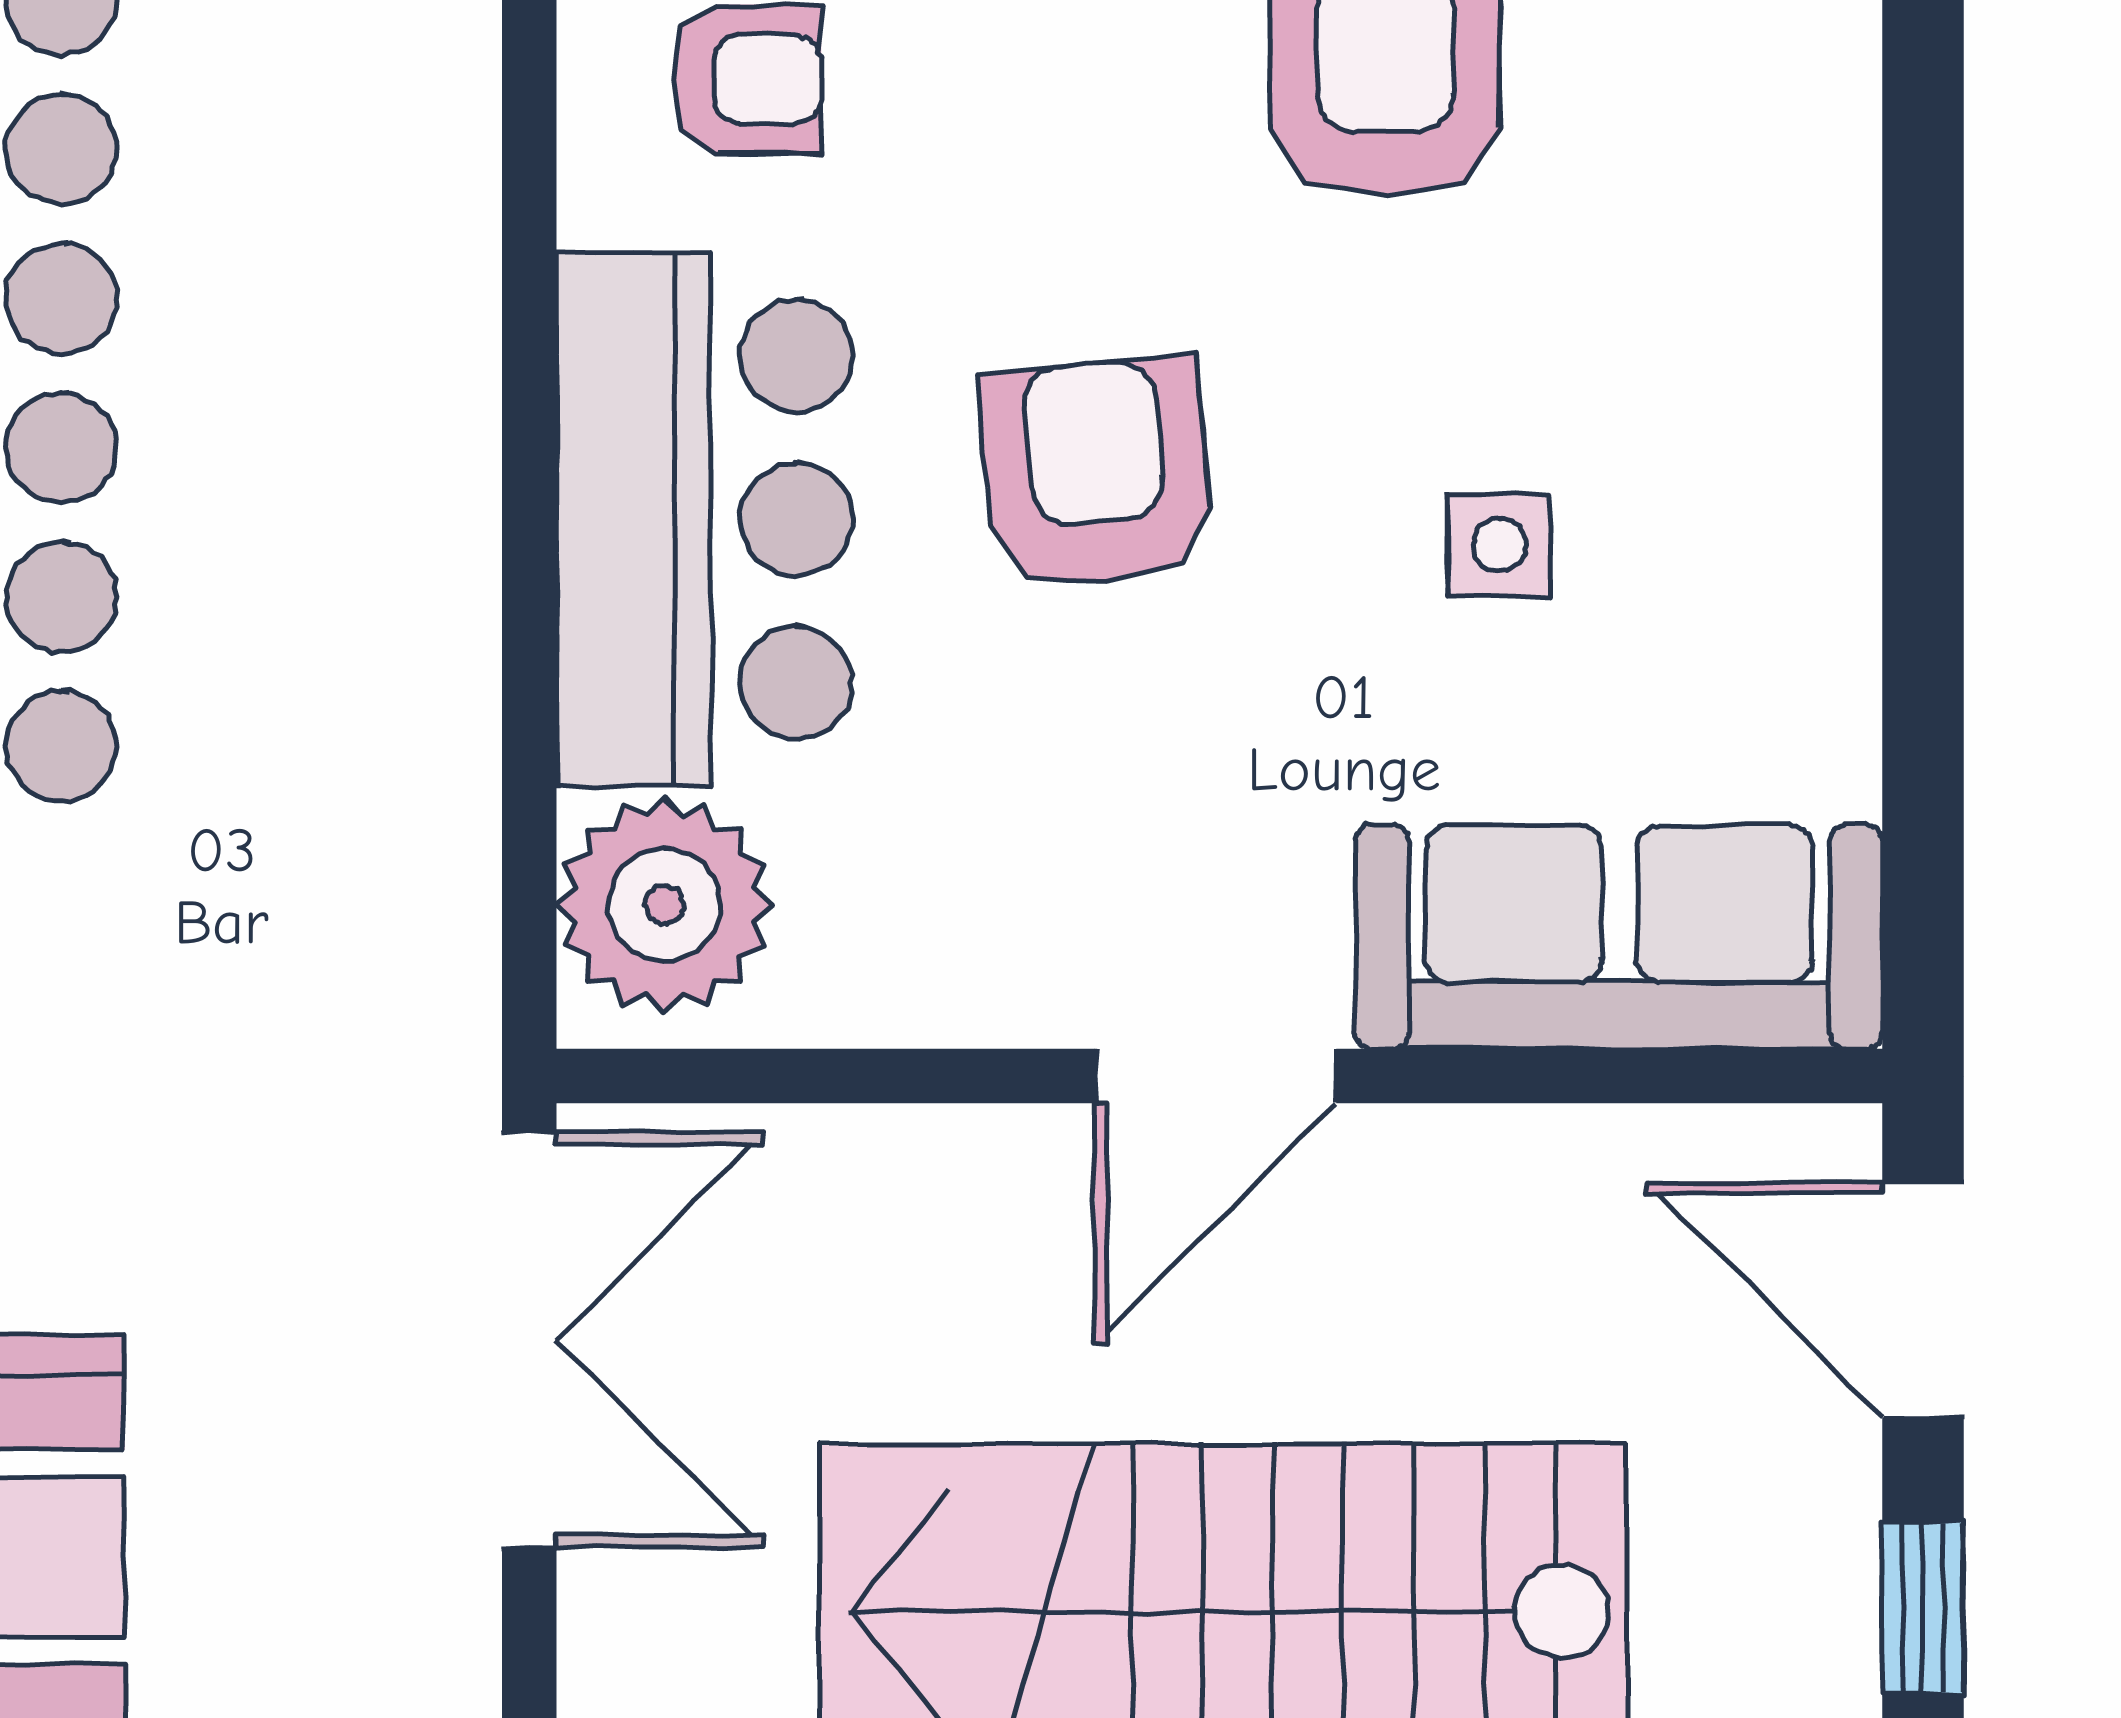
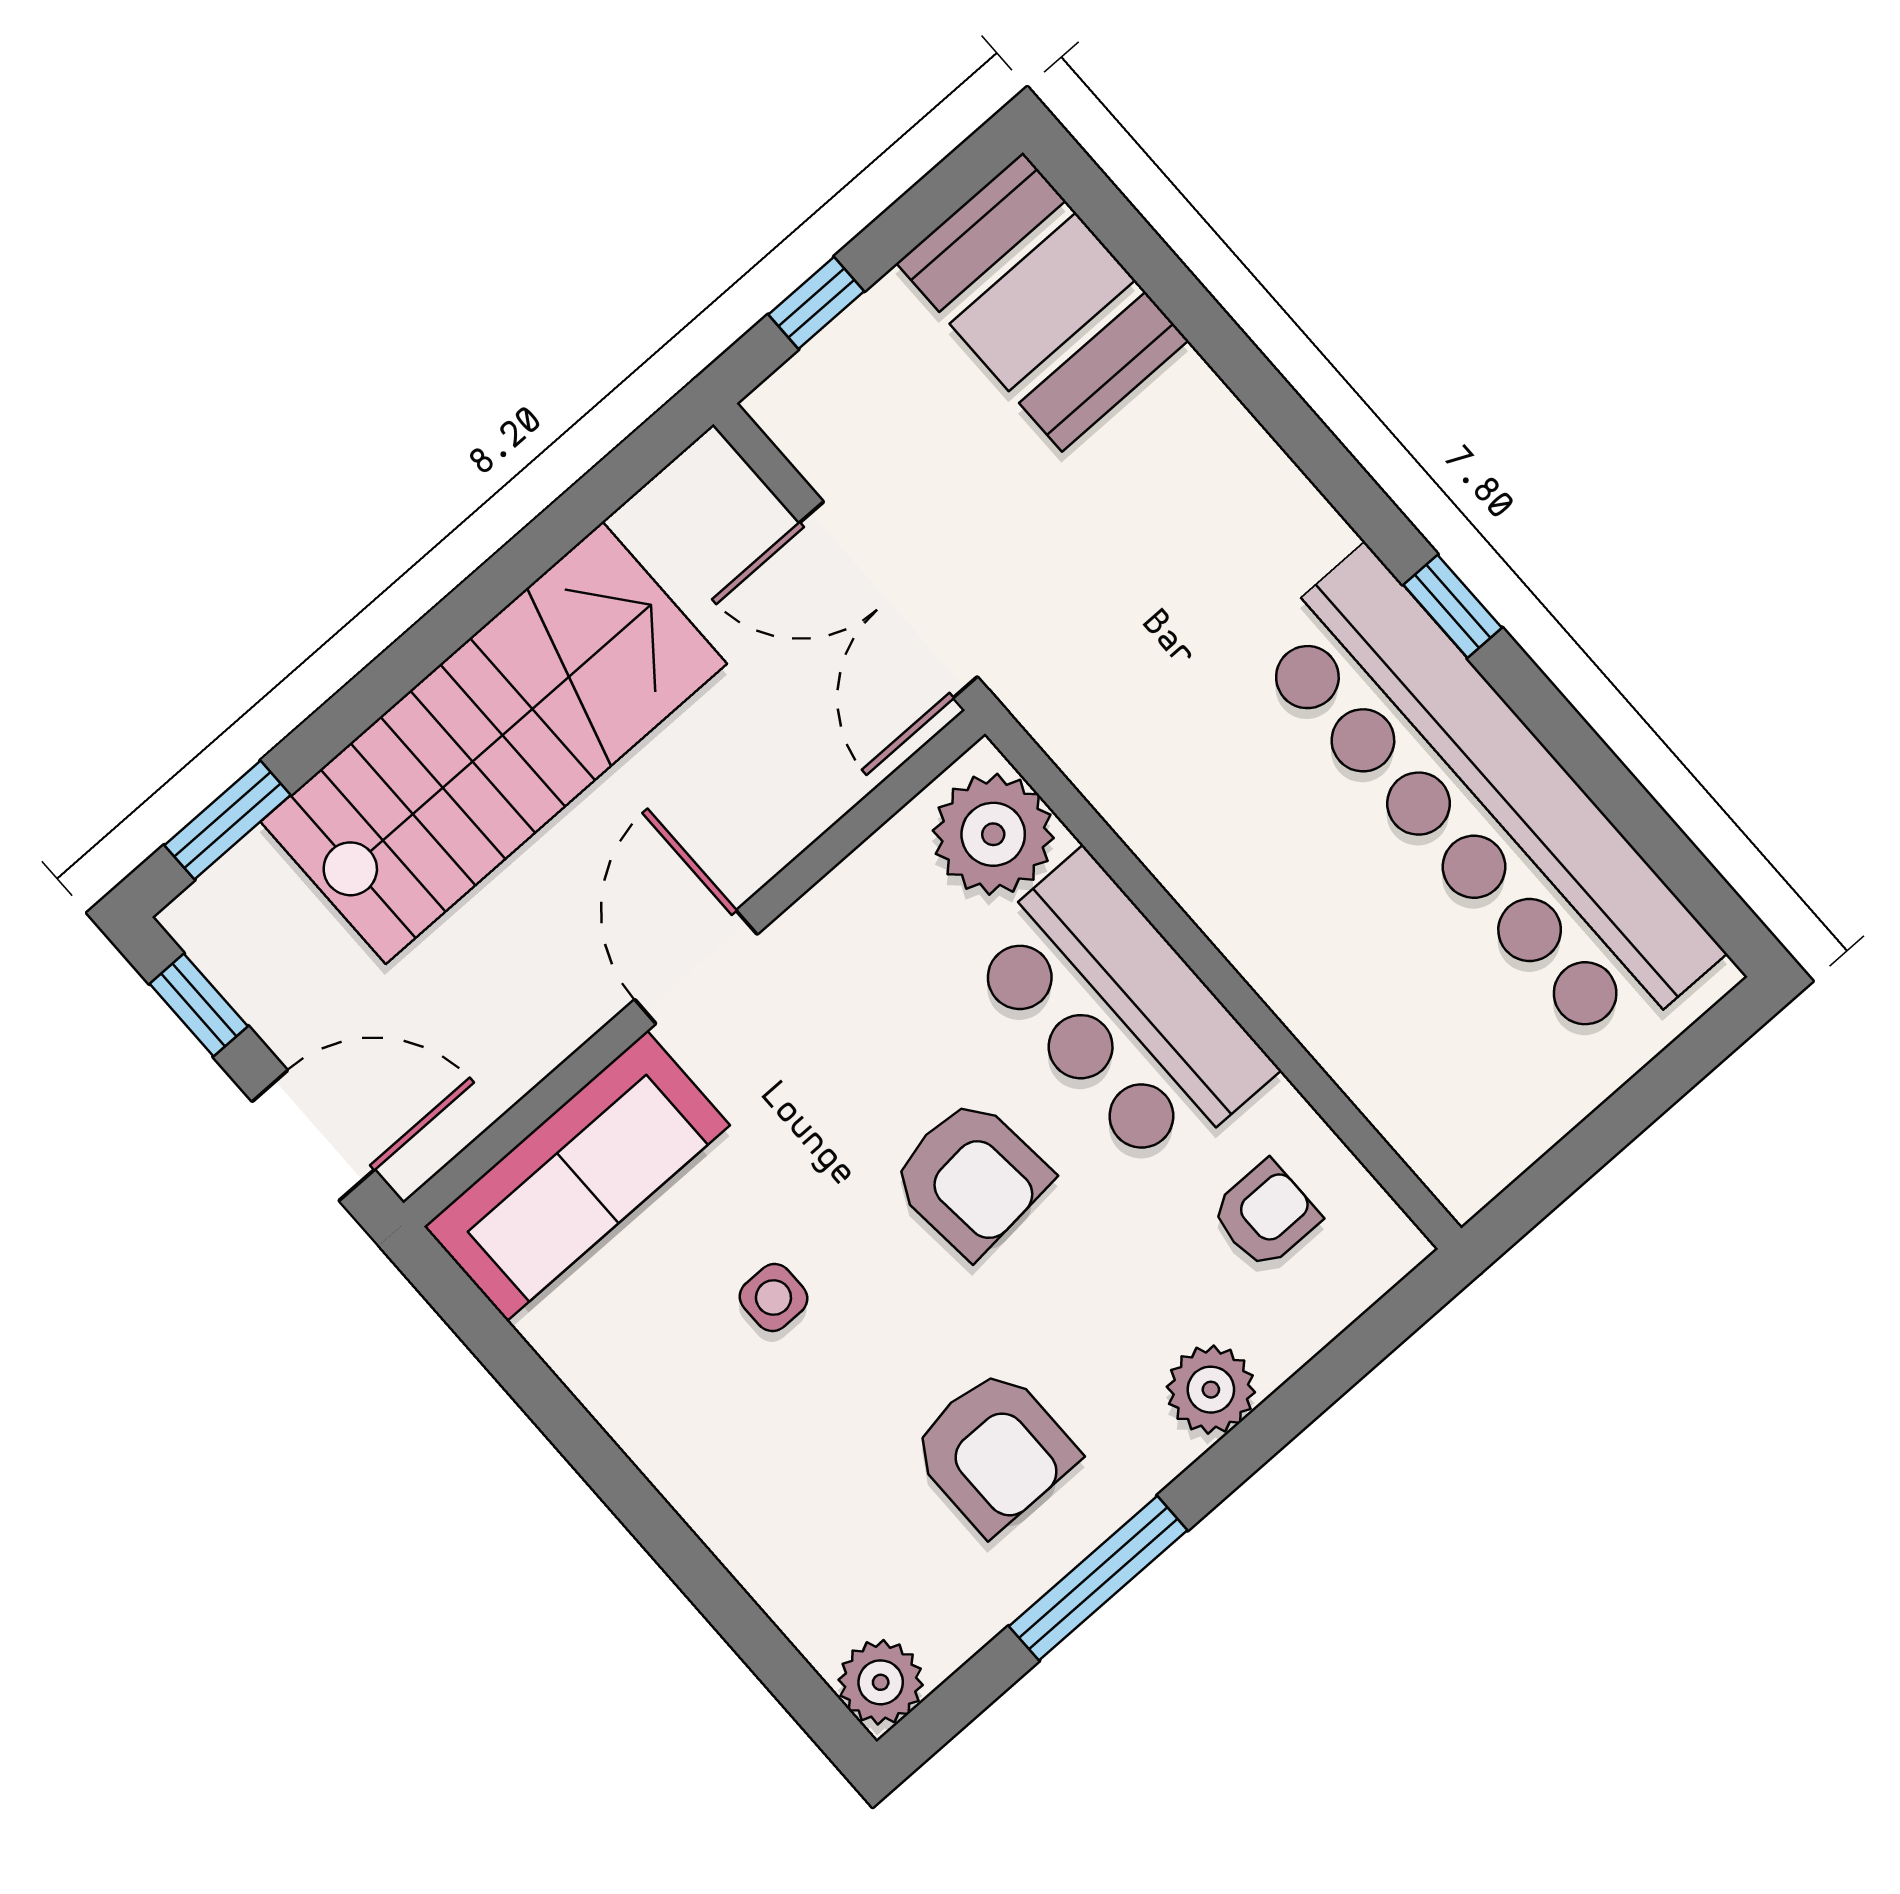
armchair: (747, 79) -> (1266, 1215), turned 180

